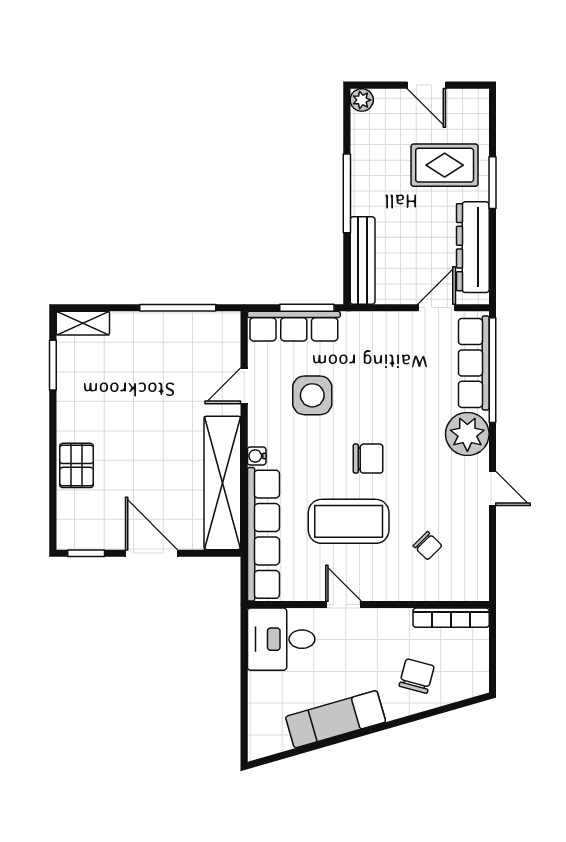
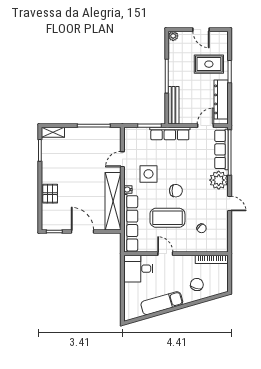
row of seats: (294, 326) -> (170, 134), moved
side table: (312, 395) -> (148, 174), moved

